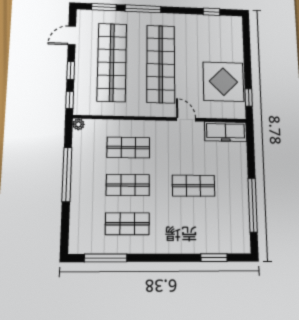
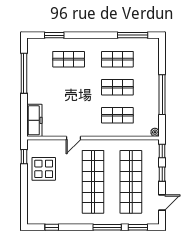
display table: (223, 82) -> (44, 169), width x0.73, depth x0.73
door: (186, 119) -> (73, 138), hinge flipped
freezer: (226, 131) -> (34, 120), moved, turned 90
shop shelf: (193, 186) -> (69, 59), moved

